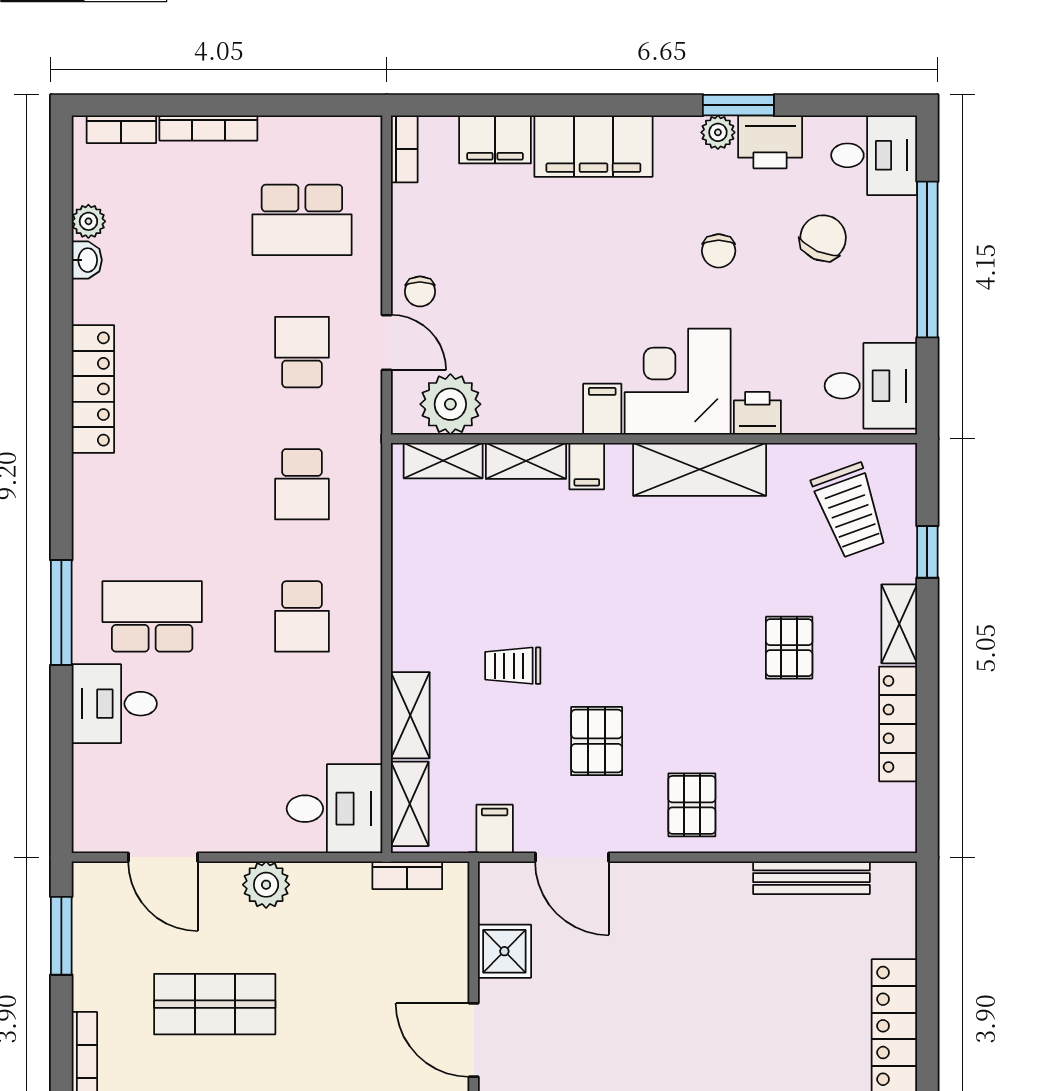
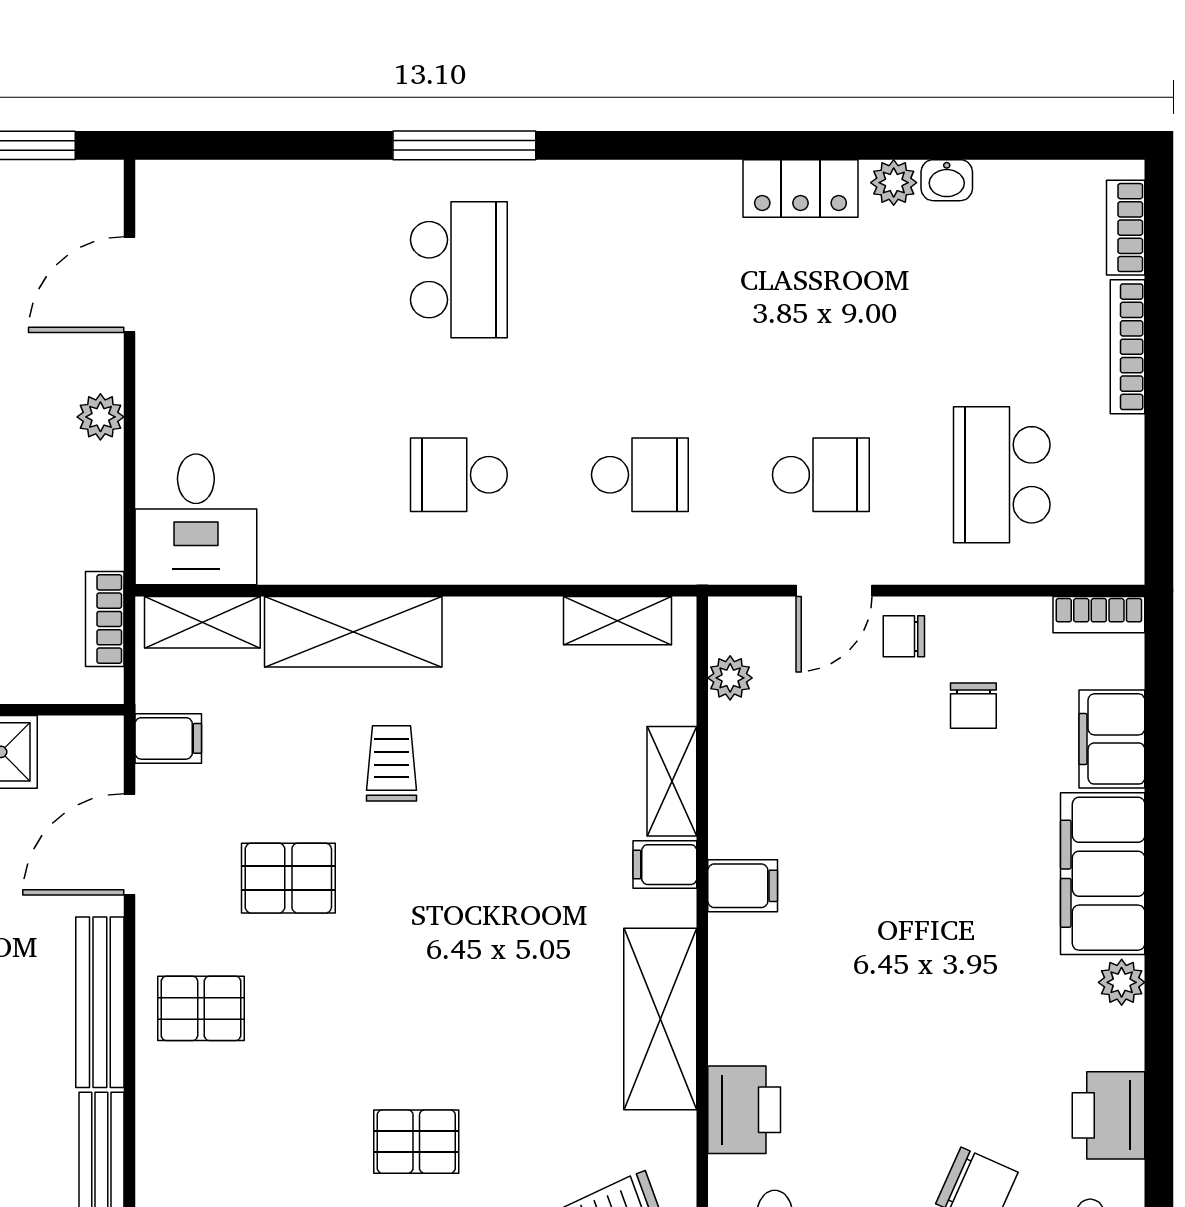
window: (738, 105) -> (1159, 1072), removed
plant: (718, 132) -> (1122, 982), moved
plant: (88, 221) -> (894, 183), moved
chair: (719, 251) -> (973, 706), moved, turned -90
corner desk: (678, 382) -> (780, 989), removed
locker: (93, 389) -> (800, 189), width x0.66
plant: (450, 404) -> (730, 678), width x0.53, depth x0.53
printer: (757, 413) -> (744, 1110), width x1.36, depth x1.24
shelving: (443, 461) -> (617, 621), moved, turned 90
school desk: (302, 484) -> (640, 475), turned 180
desk: (114, 704) -> (340, 218), removed
shelving: (410, 715) -> (353, 632), width x1.50, depth x1.33
bench: (687, 879) -> (100, 1002), added
plant: (266, 885) -> (100, 417), width x0.73, depth x0.73

